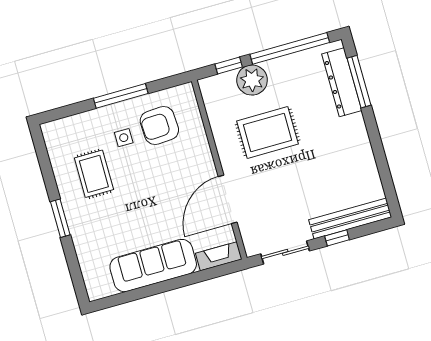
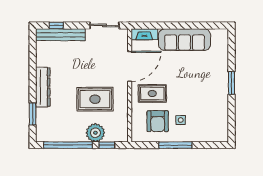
dresser: (342, 82) -> (43, 87), moved
window: (359, 82) -> (33, 114), width x0.69
armchair: (159, 125) -> (158, 121), turned 93
rug: (94, 174) -> (152, 93), moved, turned 90
window: (337, 238) -> (56, 25), moved

